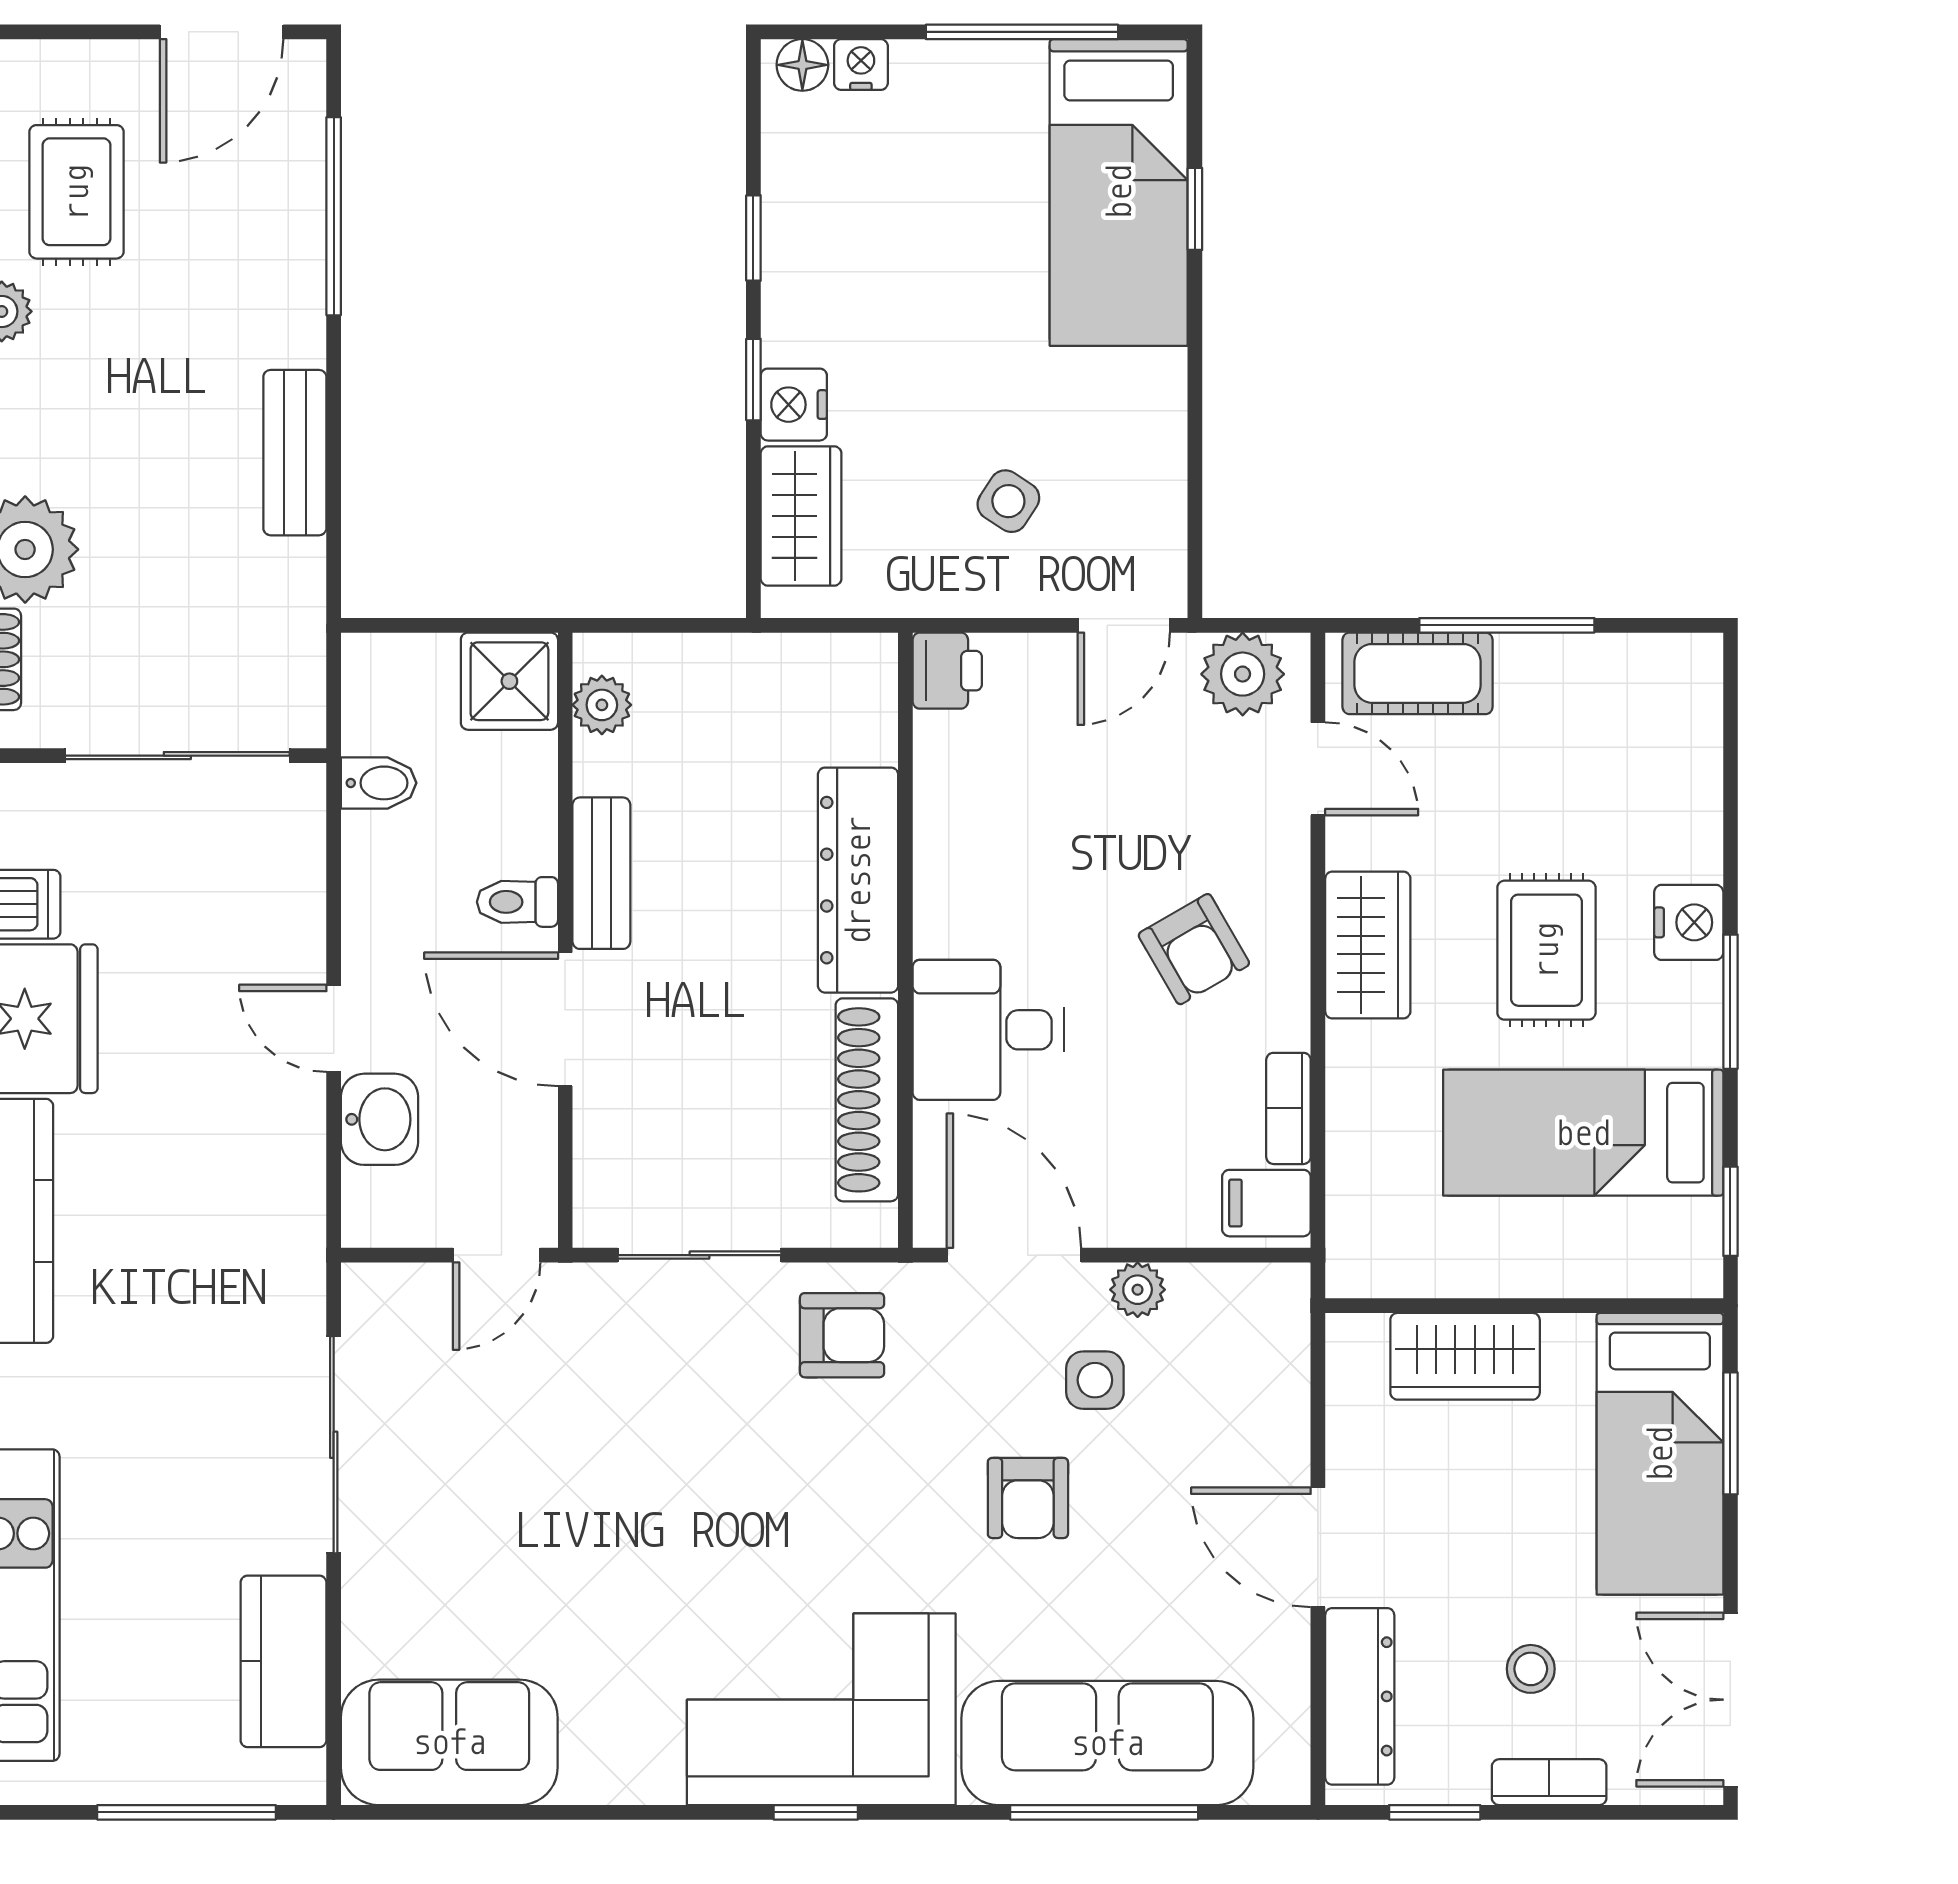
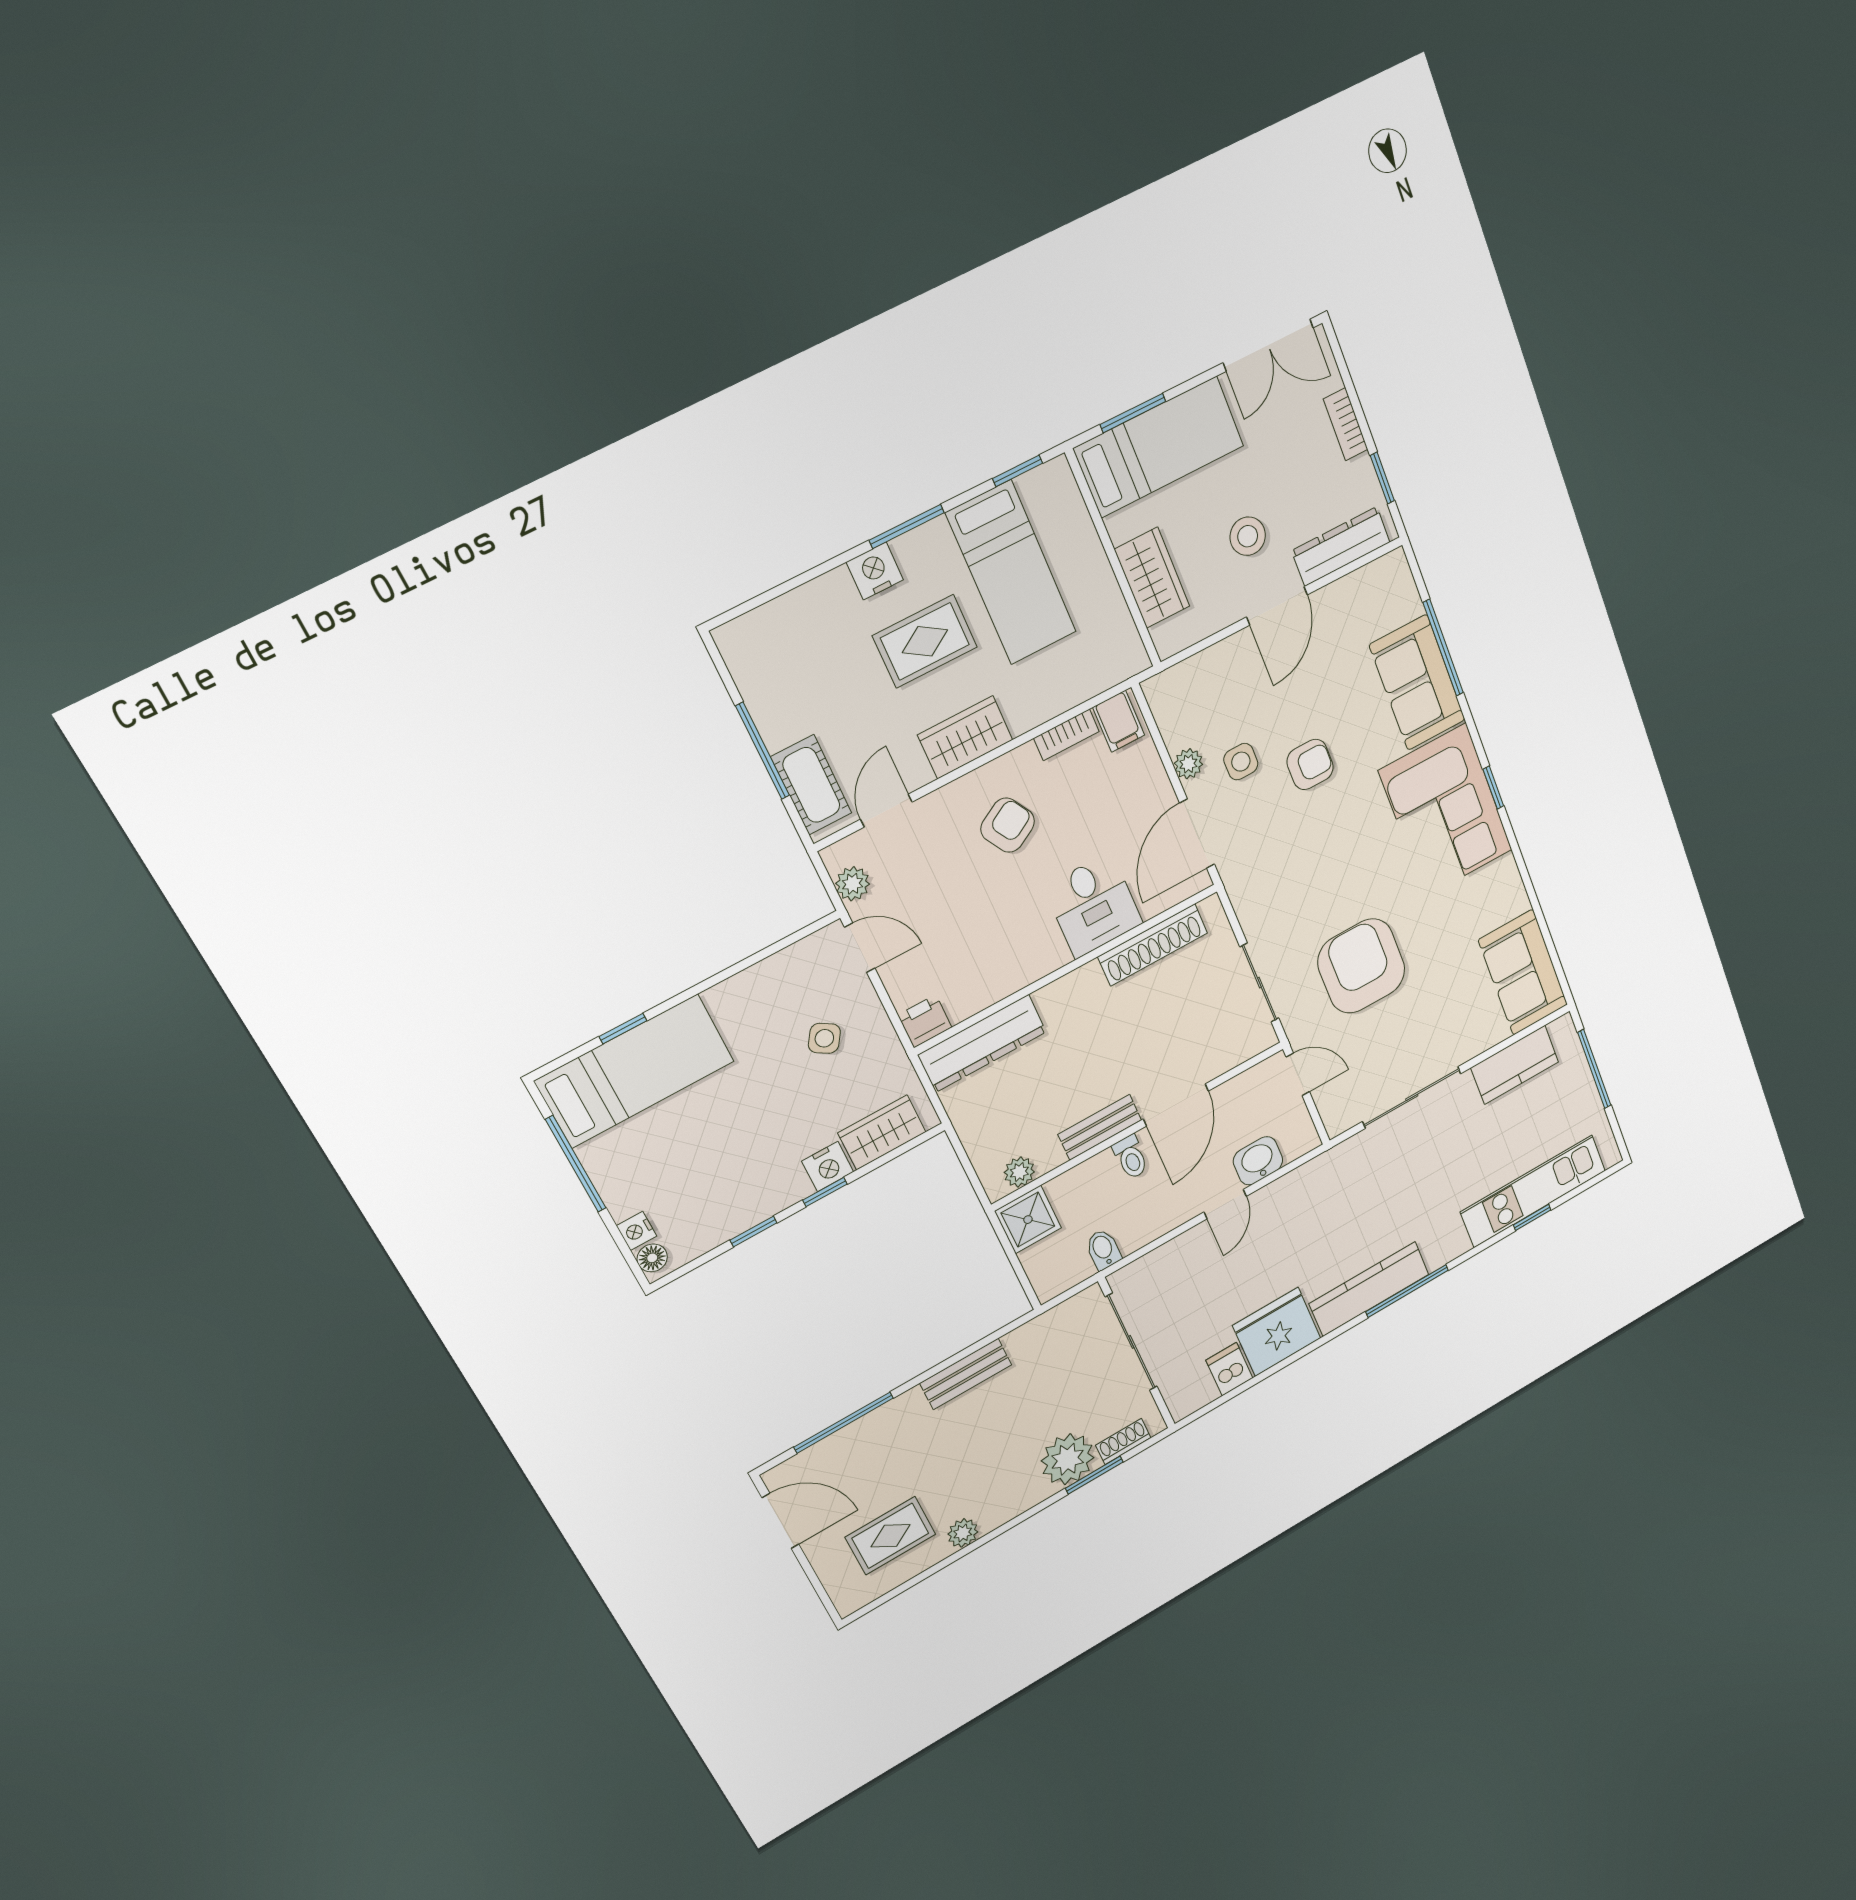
plant: (1243, 674) -> (853, 884), width x0.73, depth x0.73
dresser: (858, 880) -> (982, 1043), moved
armchair: (842, 1335) -> (1361, 966), moved, width x1.88, depth x1.88
stool: (1531, 1669) -> (1248, 536), moved, width x1.37, depth x1.37
sofa: (1107, 1743) -> (1417, 683), width x0.73

